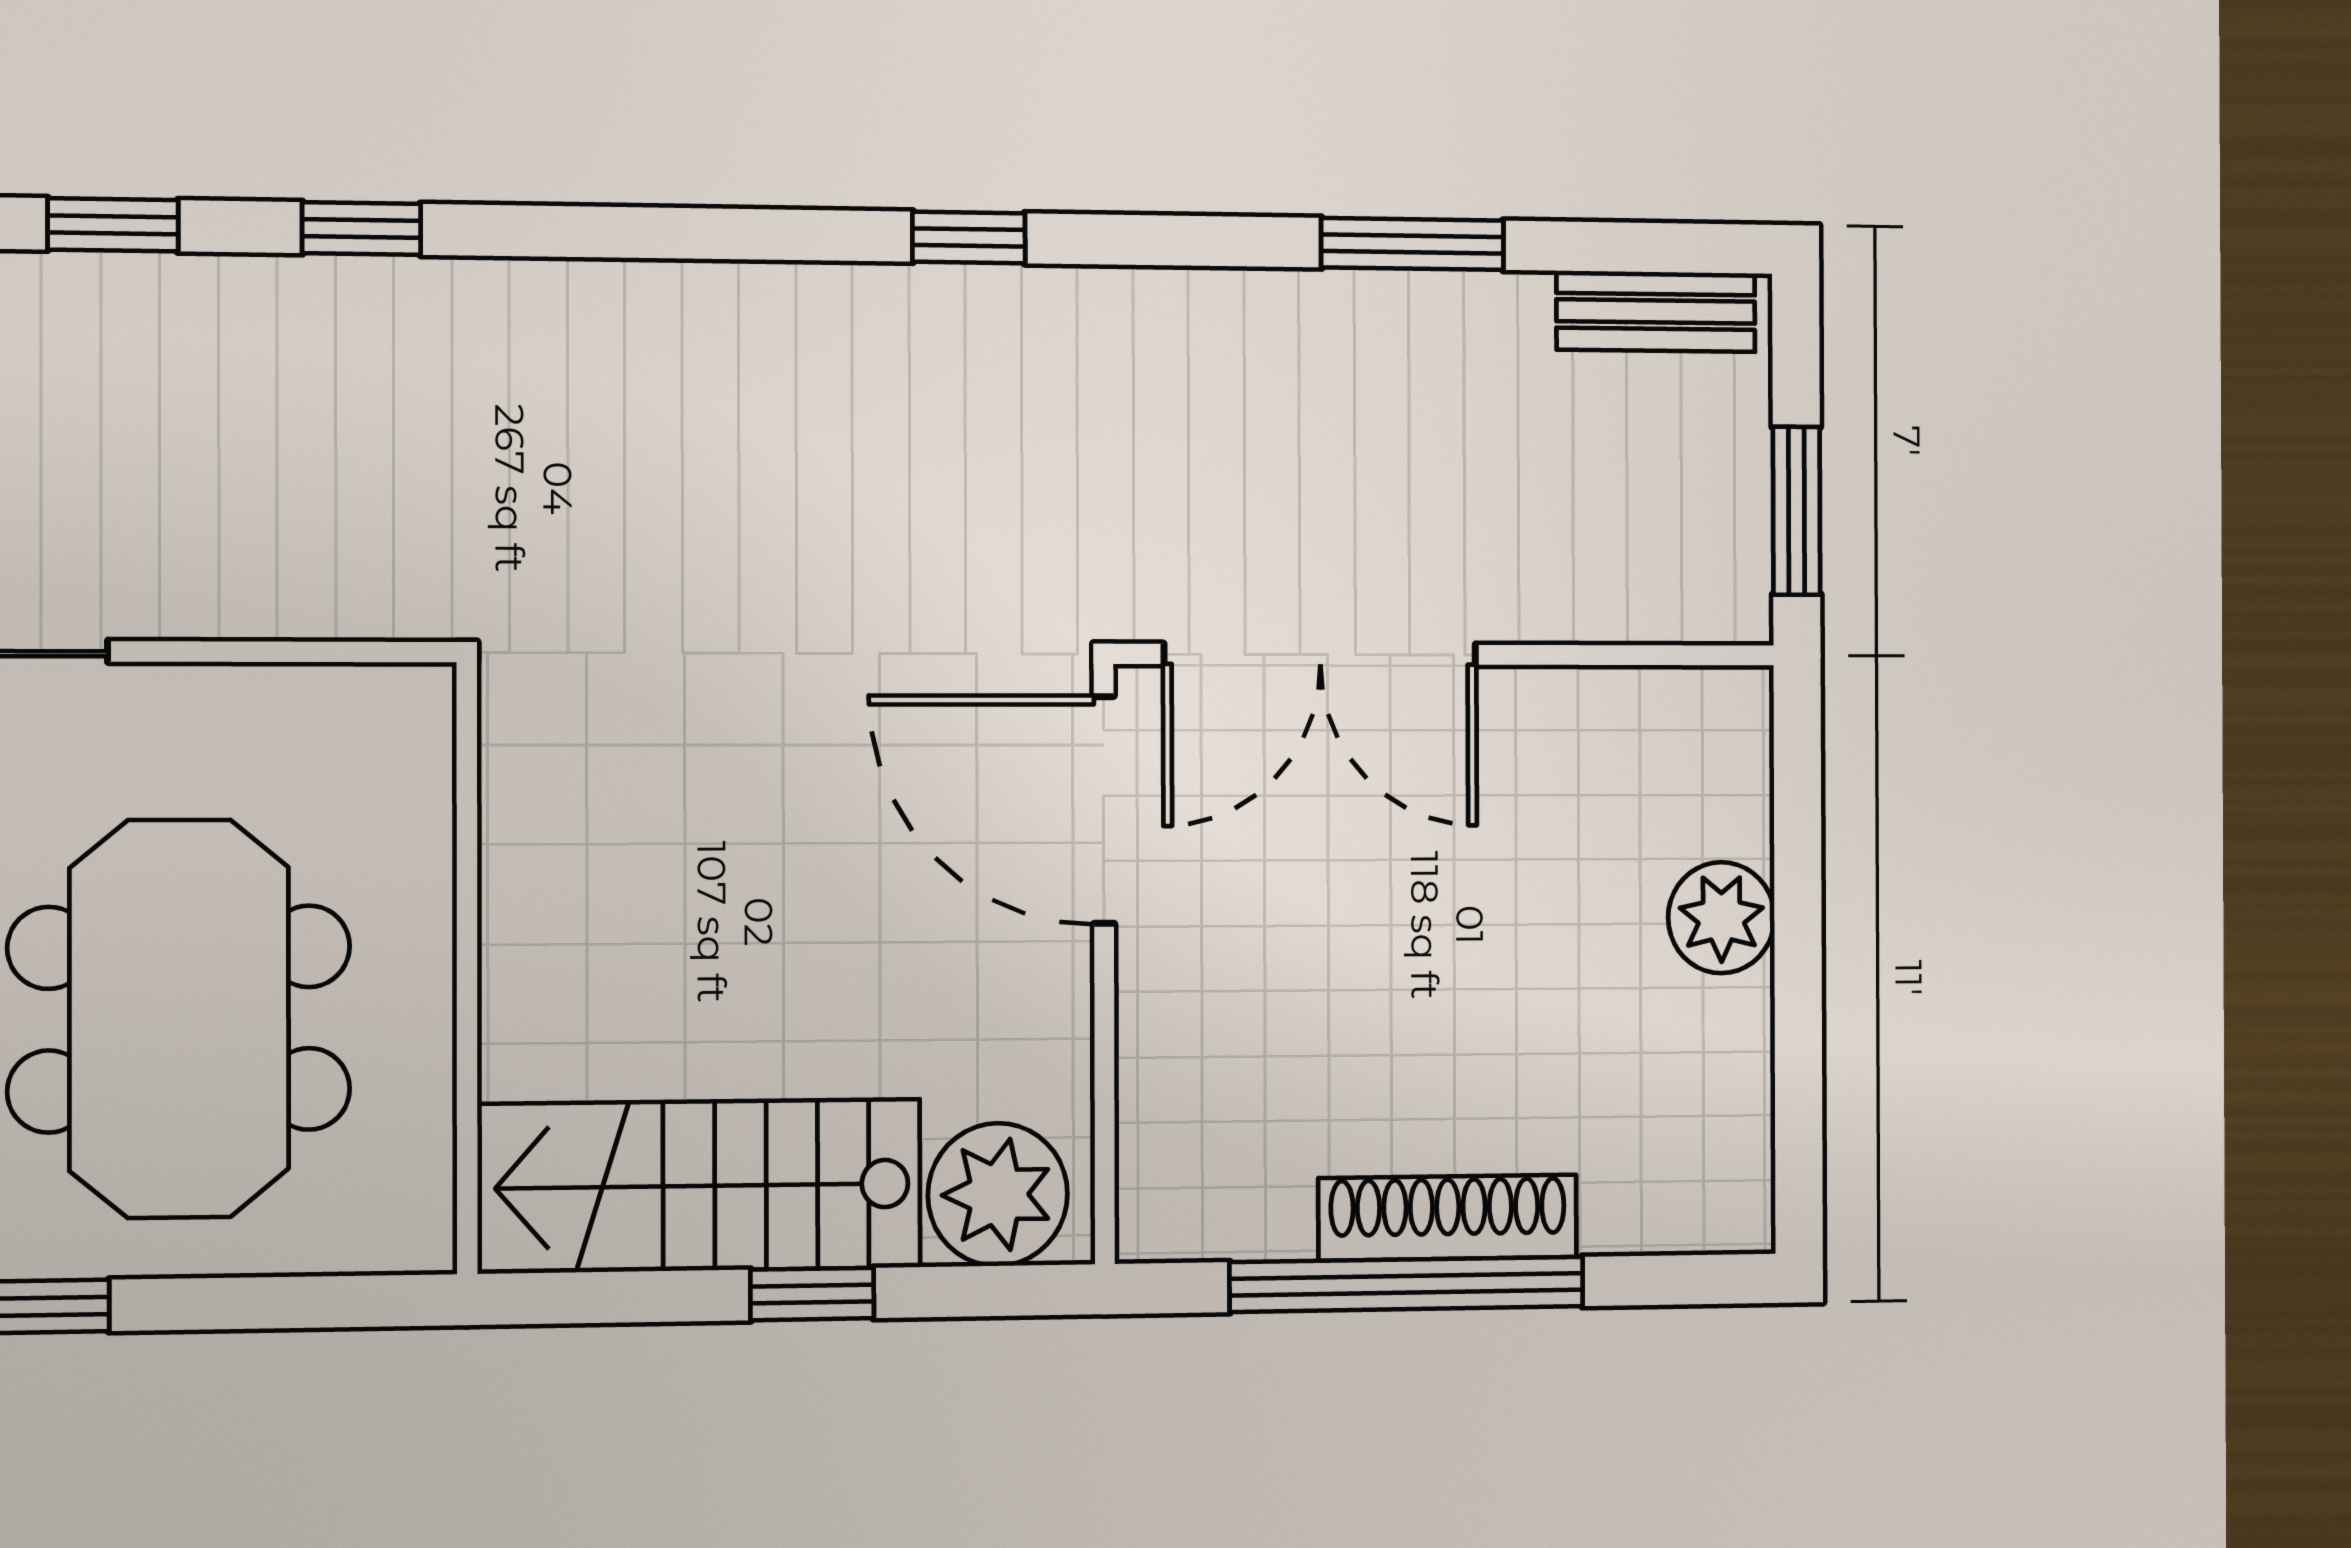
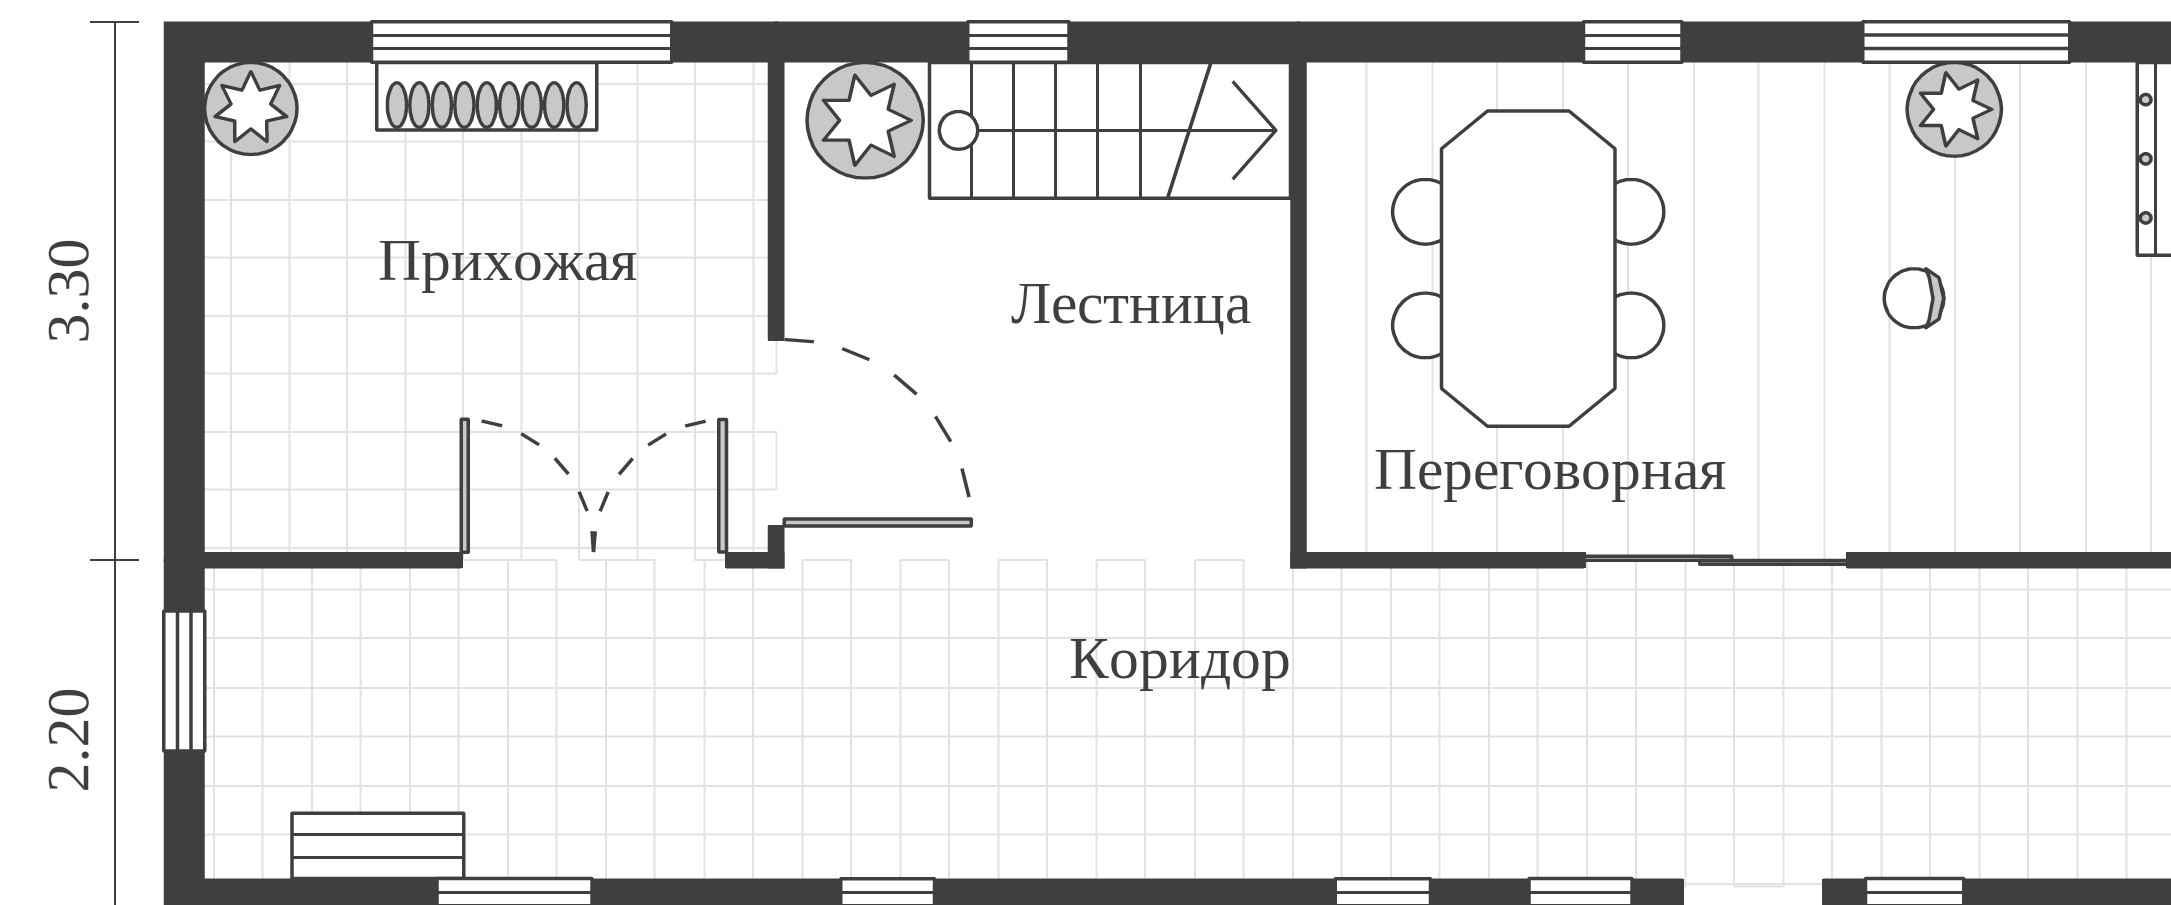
bench: (1656, 311) -> (378, 846), moved
plant: (1721, 918) -> (251, 108), moved

